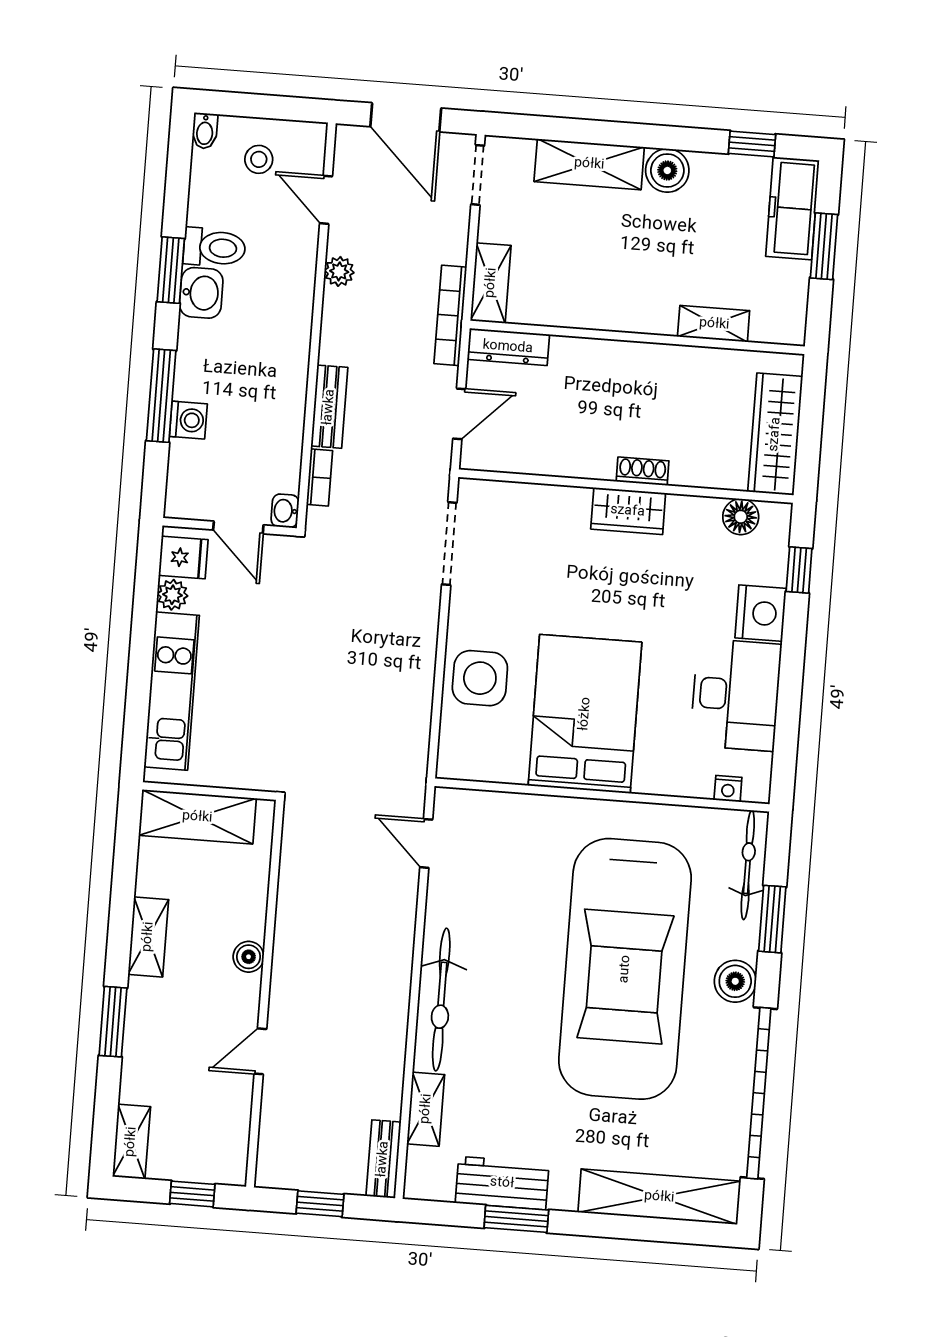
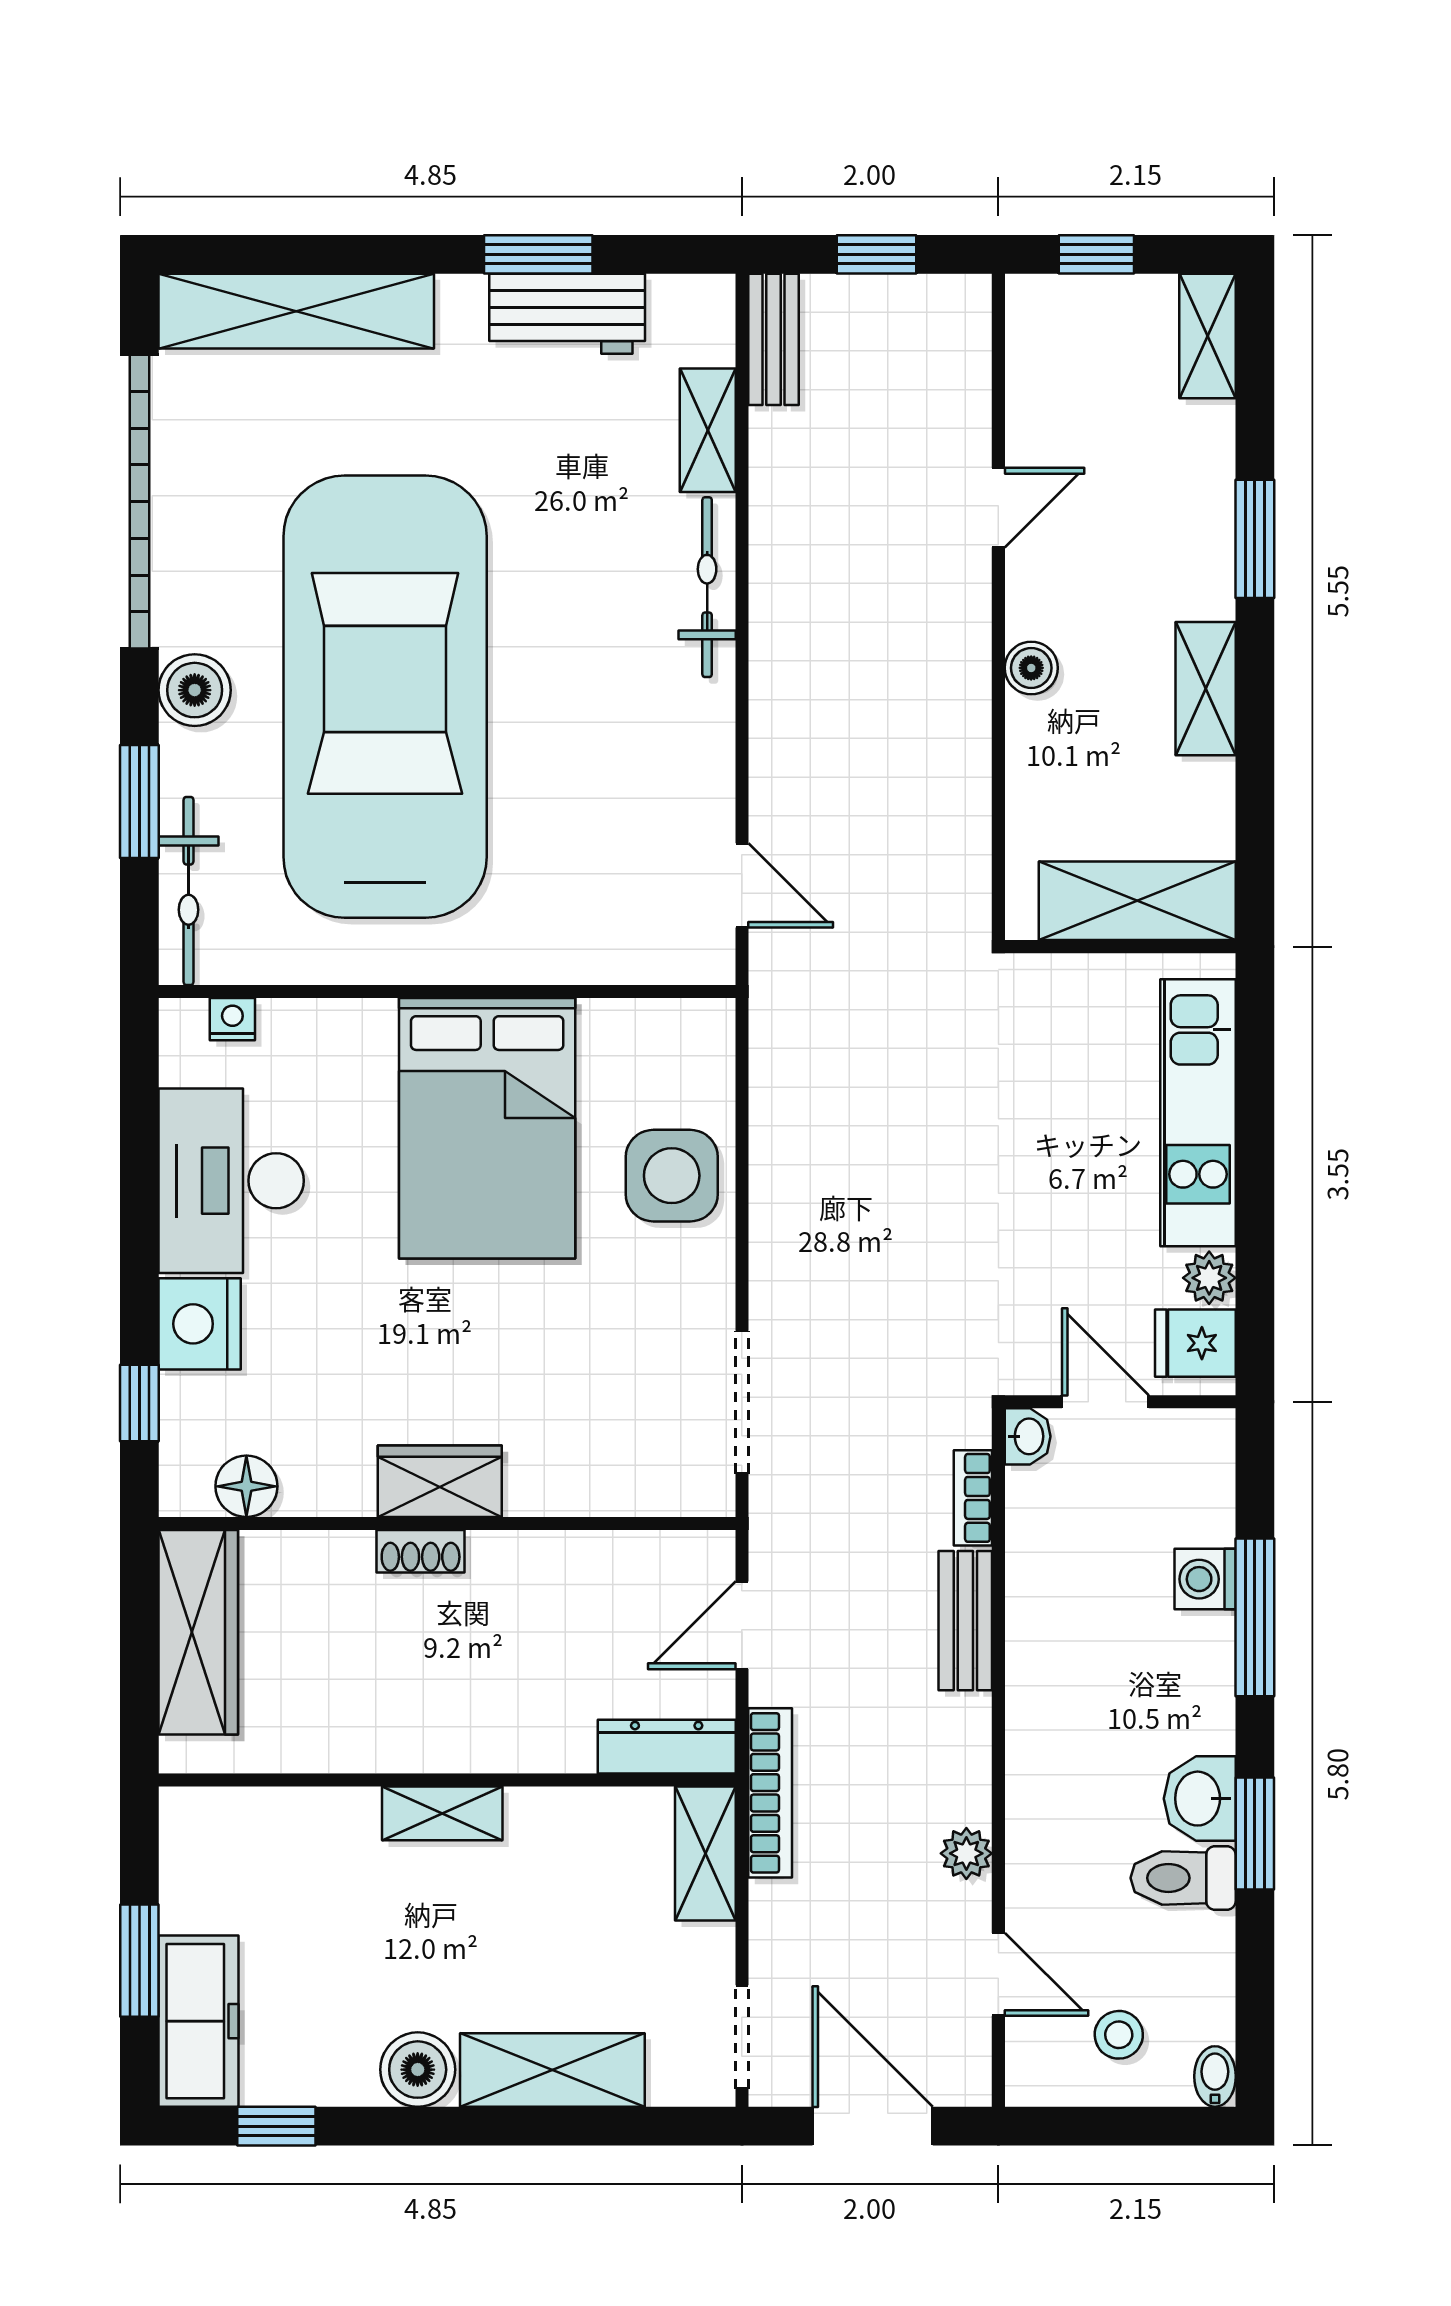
shelving: (714, 324) -> (442, 1813), moved
bicycle: (441, 1000) -> (707, 587), width x0.73, depth x0.71

